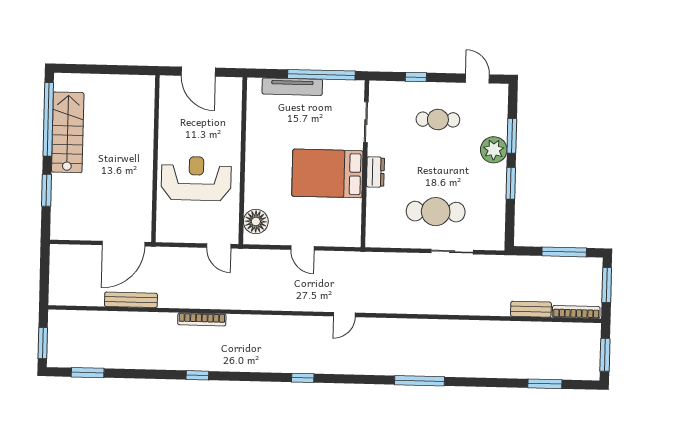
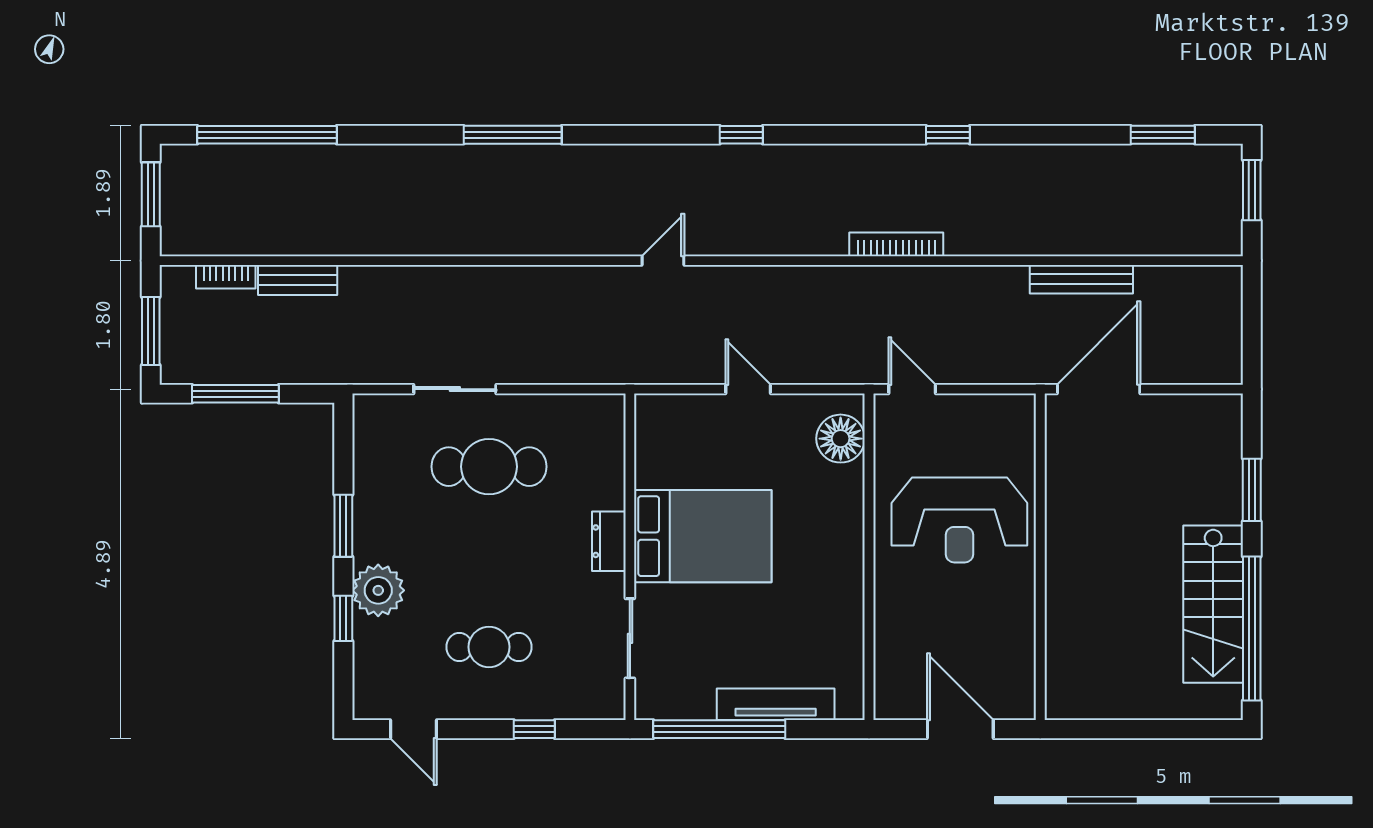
window: (512, 136) -> (343, 618), width x0.67
bookcase: (576, 312) -> (226, 277), width x0.64
bookcase: (202, 319) -> (896, 244), moved
window: (545, 384) -> (267, 135), width x2.11

